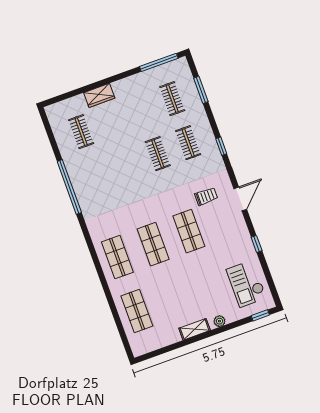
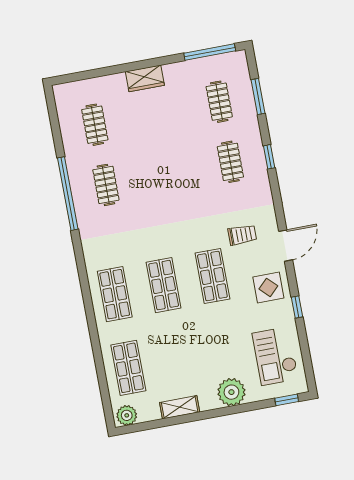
wardrobe: (99, 95) -> (145, 78), moved
window: (221, 146) -> (269, 157), moved
clothes rail: (158, 154) -> (106, 185), moved
display table: (233, 233) -> (268, 287), added
plant: (219, 321) -> (231, 392), width x1.87, depth x1.87
shelving: (195, 329) -> (180, 407), moved
plant: (142, 347) -> (127, 415), added

